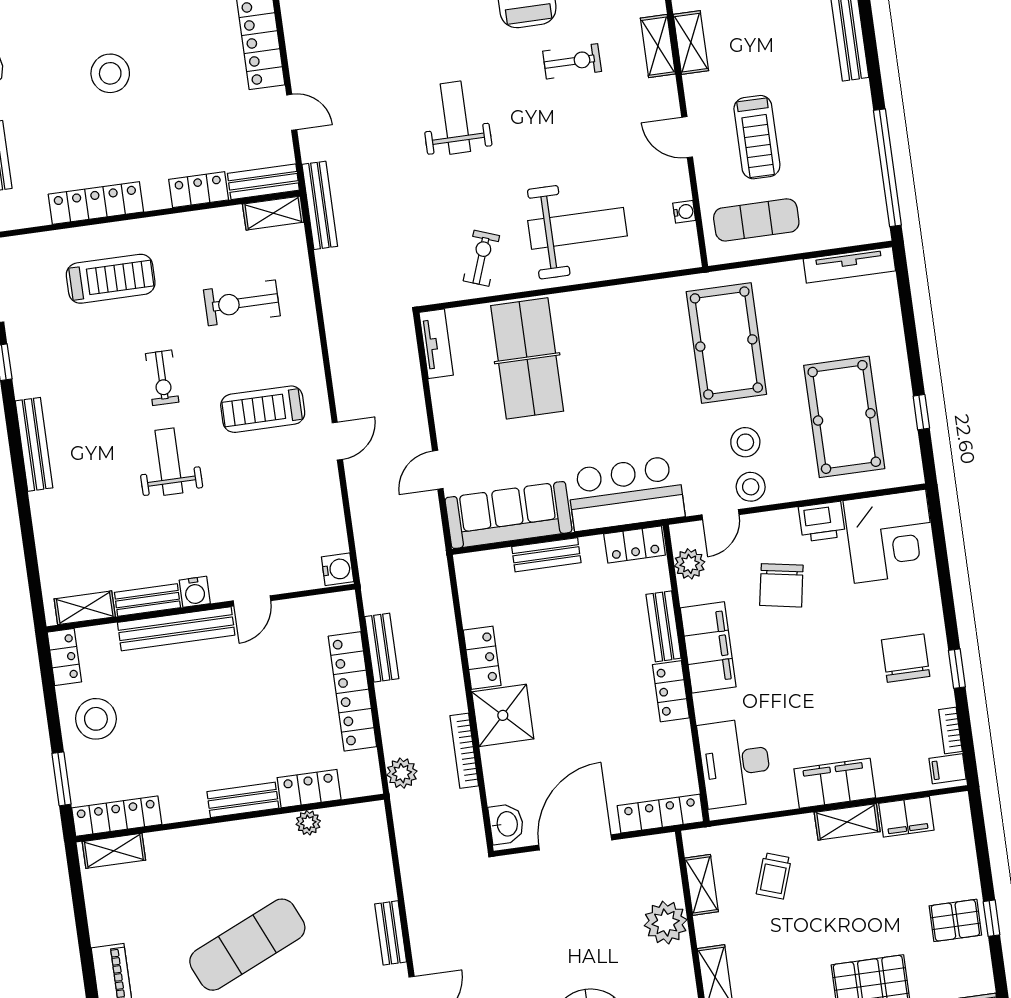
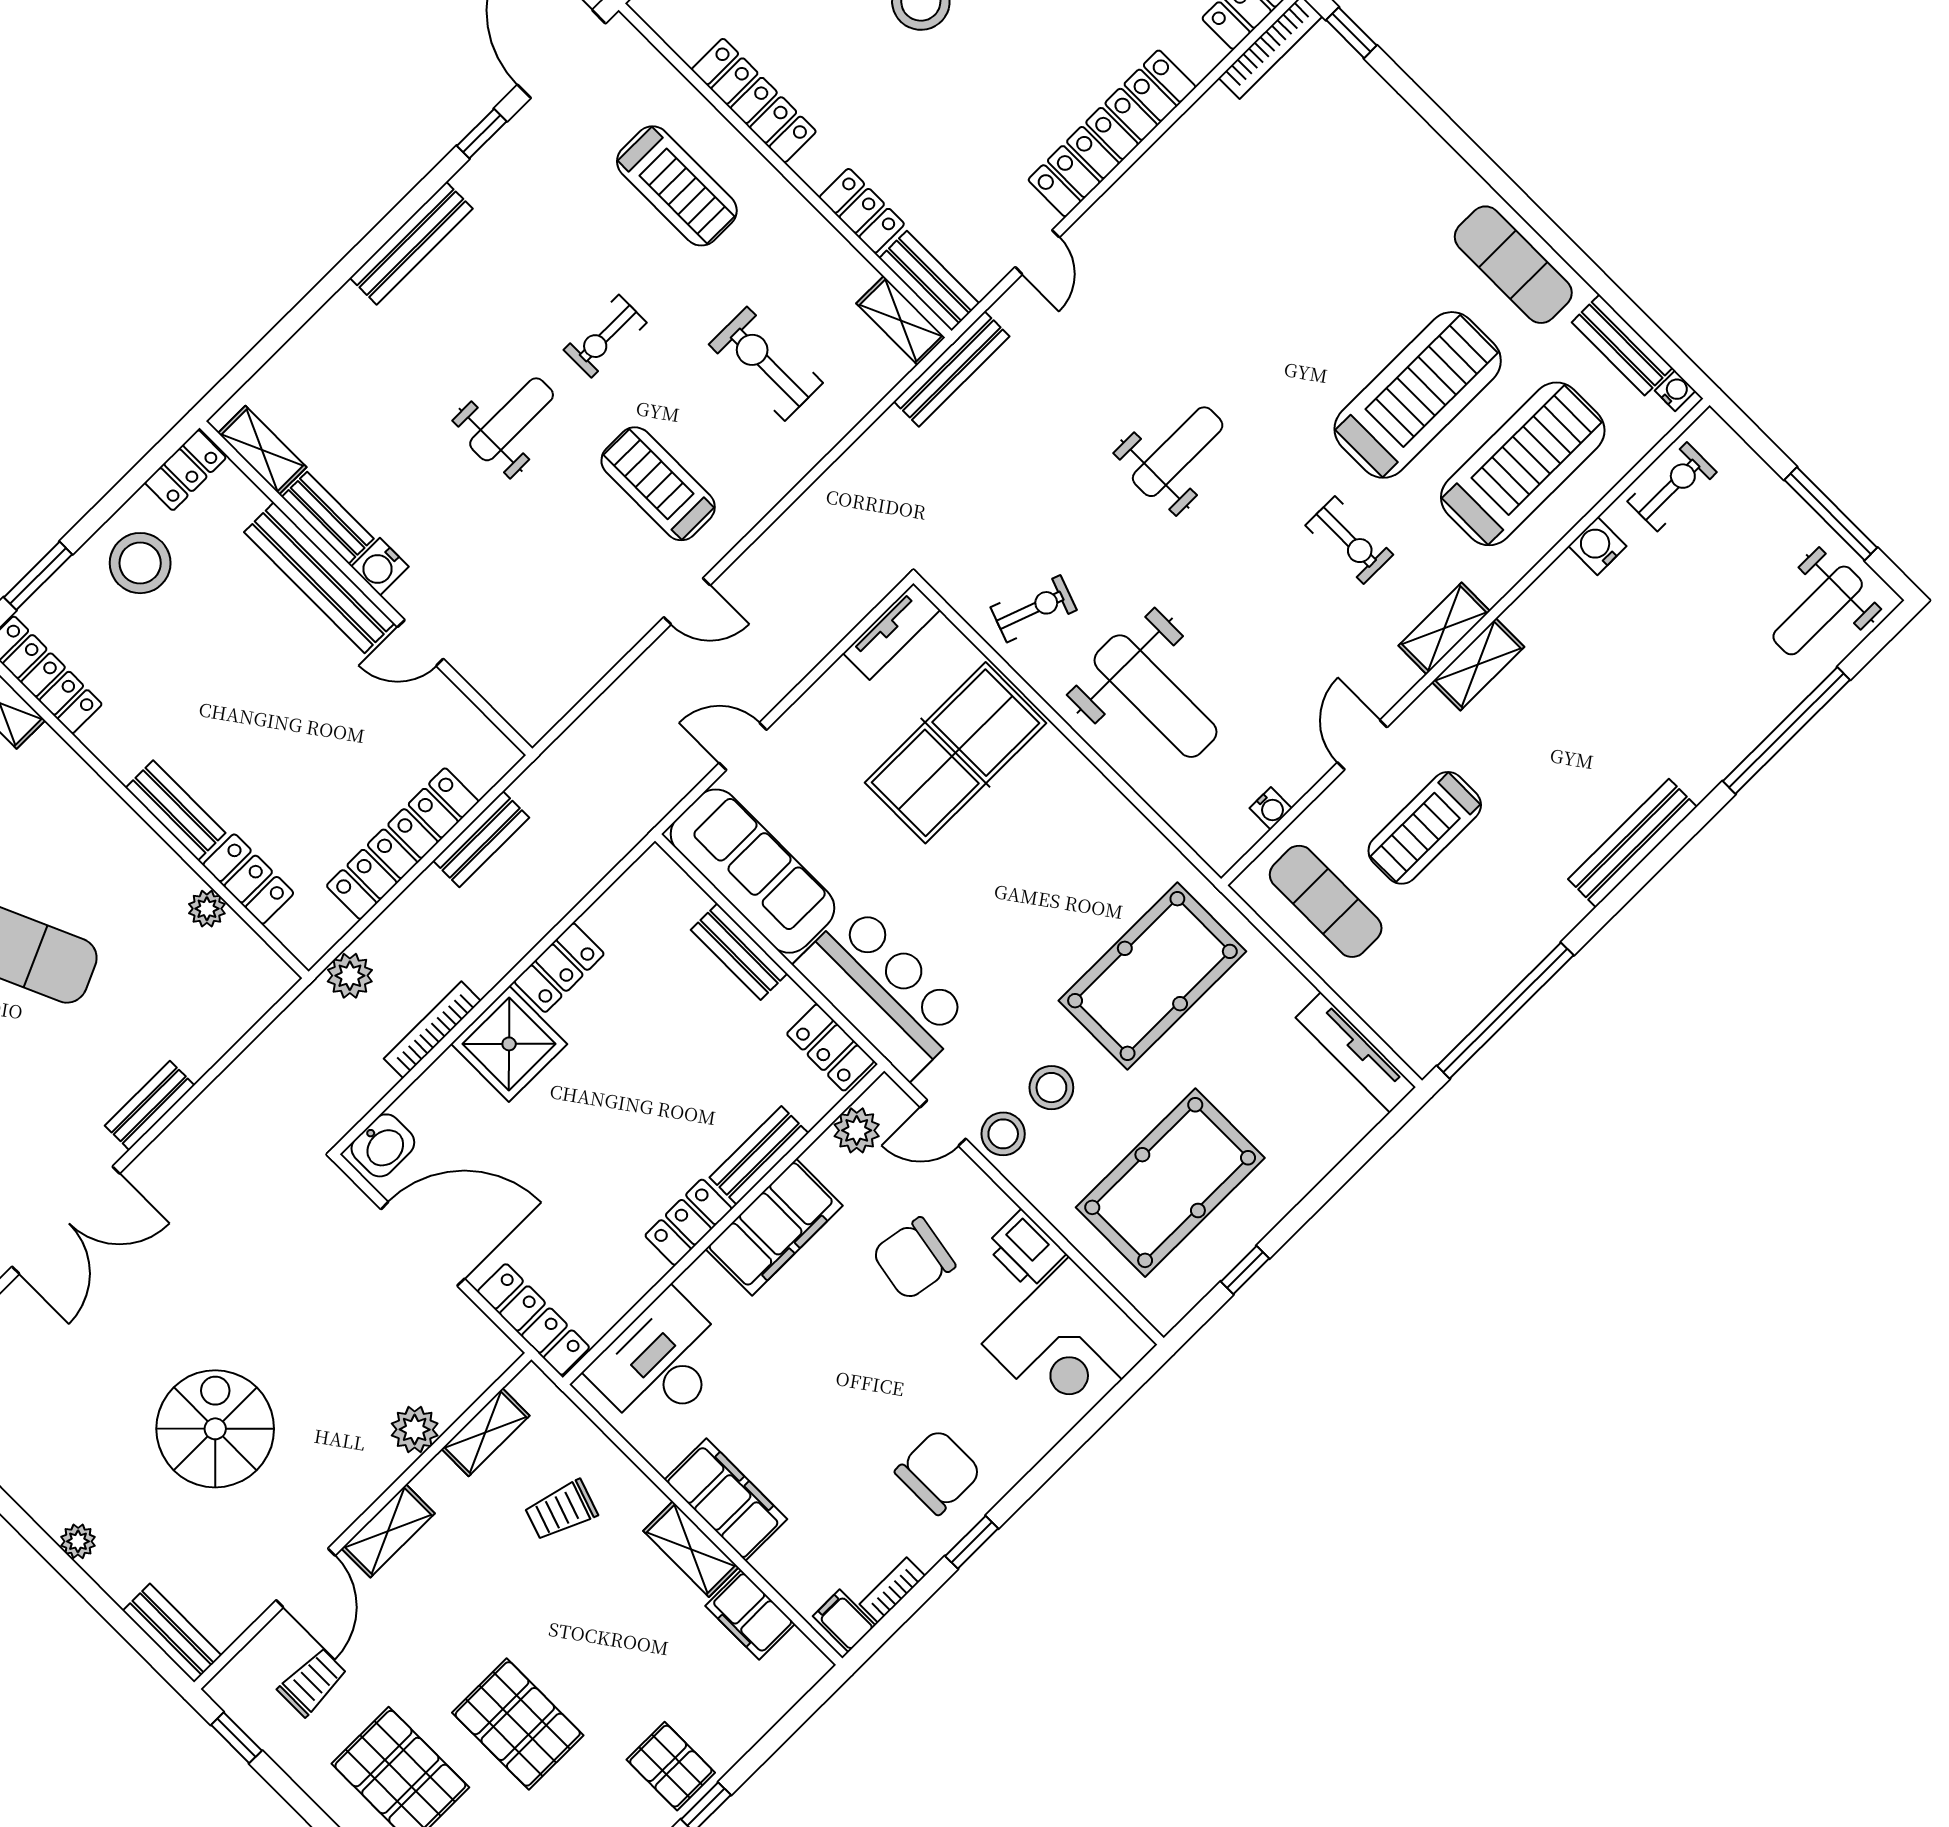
water cooler: (338, 569) -> (535, 716), removed
plant: (666, 923) -> (415, 1429), width x0.73, depth x0.73

